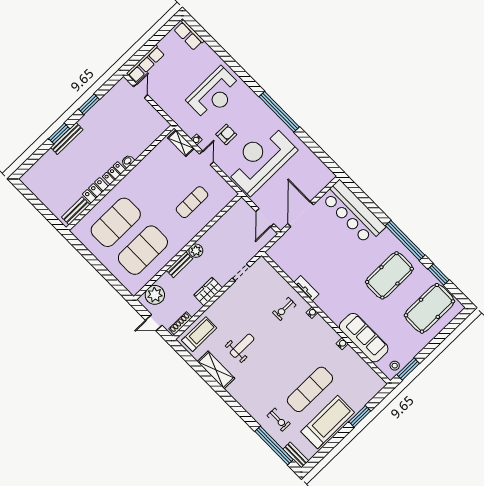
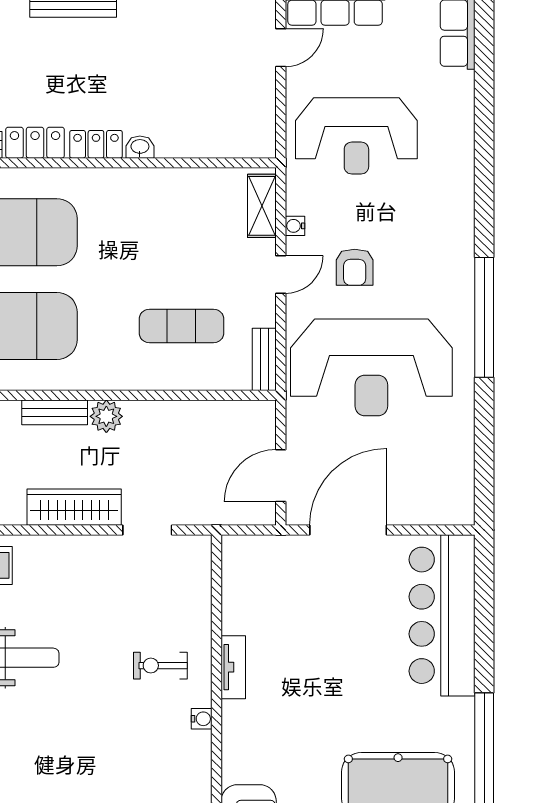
reception desk: (214, 94) -> (356, 136), moved
armchair: (226, 134) -> (355, 267), turned 90
reception desk: (260, 159) -> (371, 367), turned 180
bench: (226, 188) -> (264, 359), added
wardrobe: (208, 292) -> (74, 507), width x1.50

